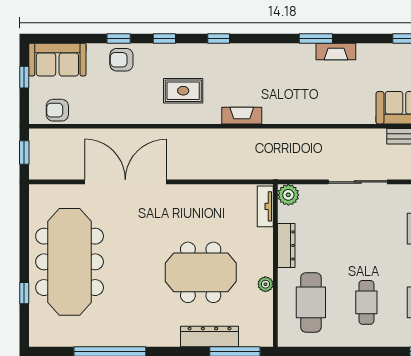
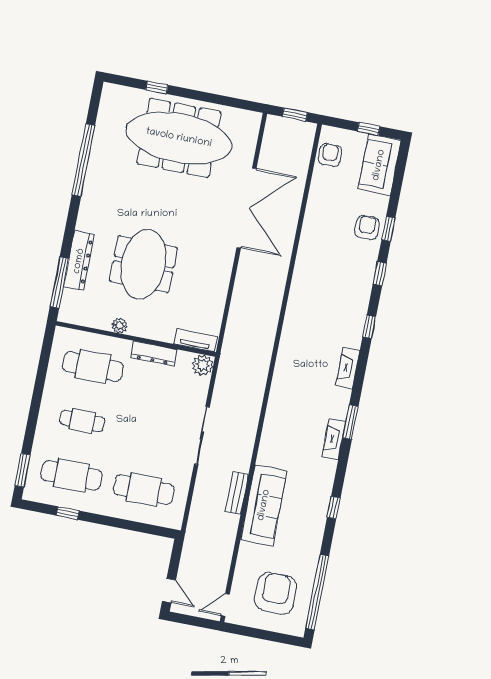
rug: (183, 91) -> (325, 282), removed
fireplace: (242, 116) -> (348, 368), moved, turned 180

